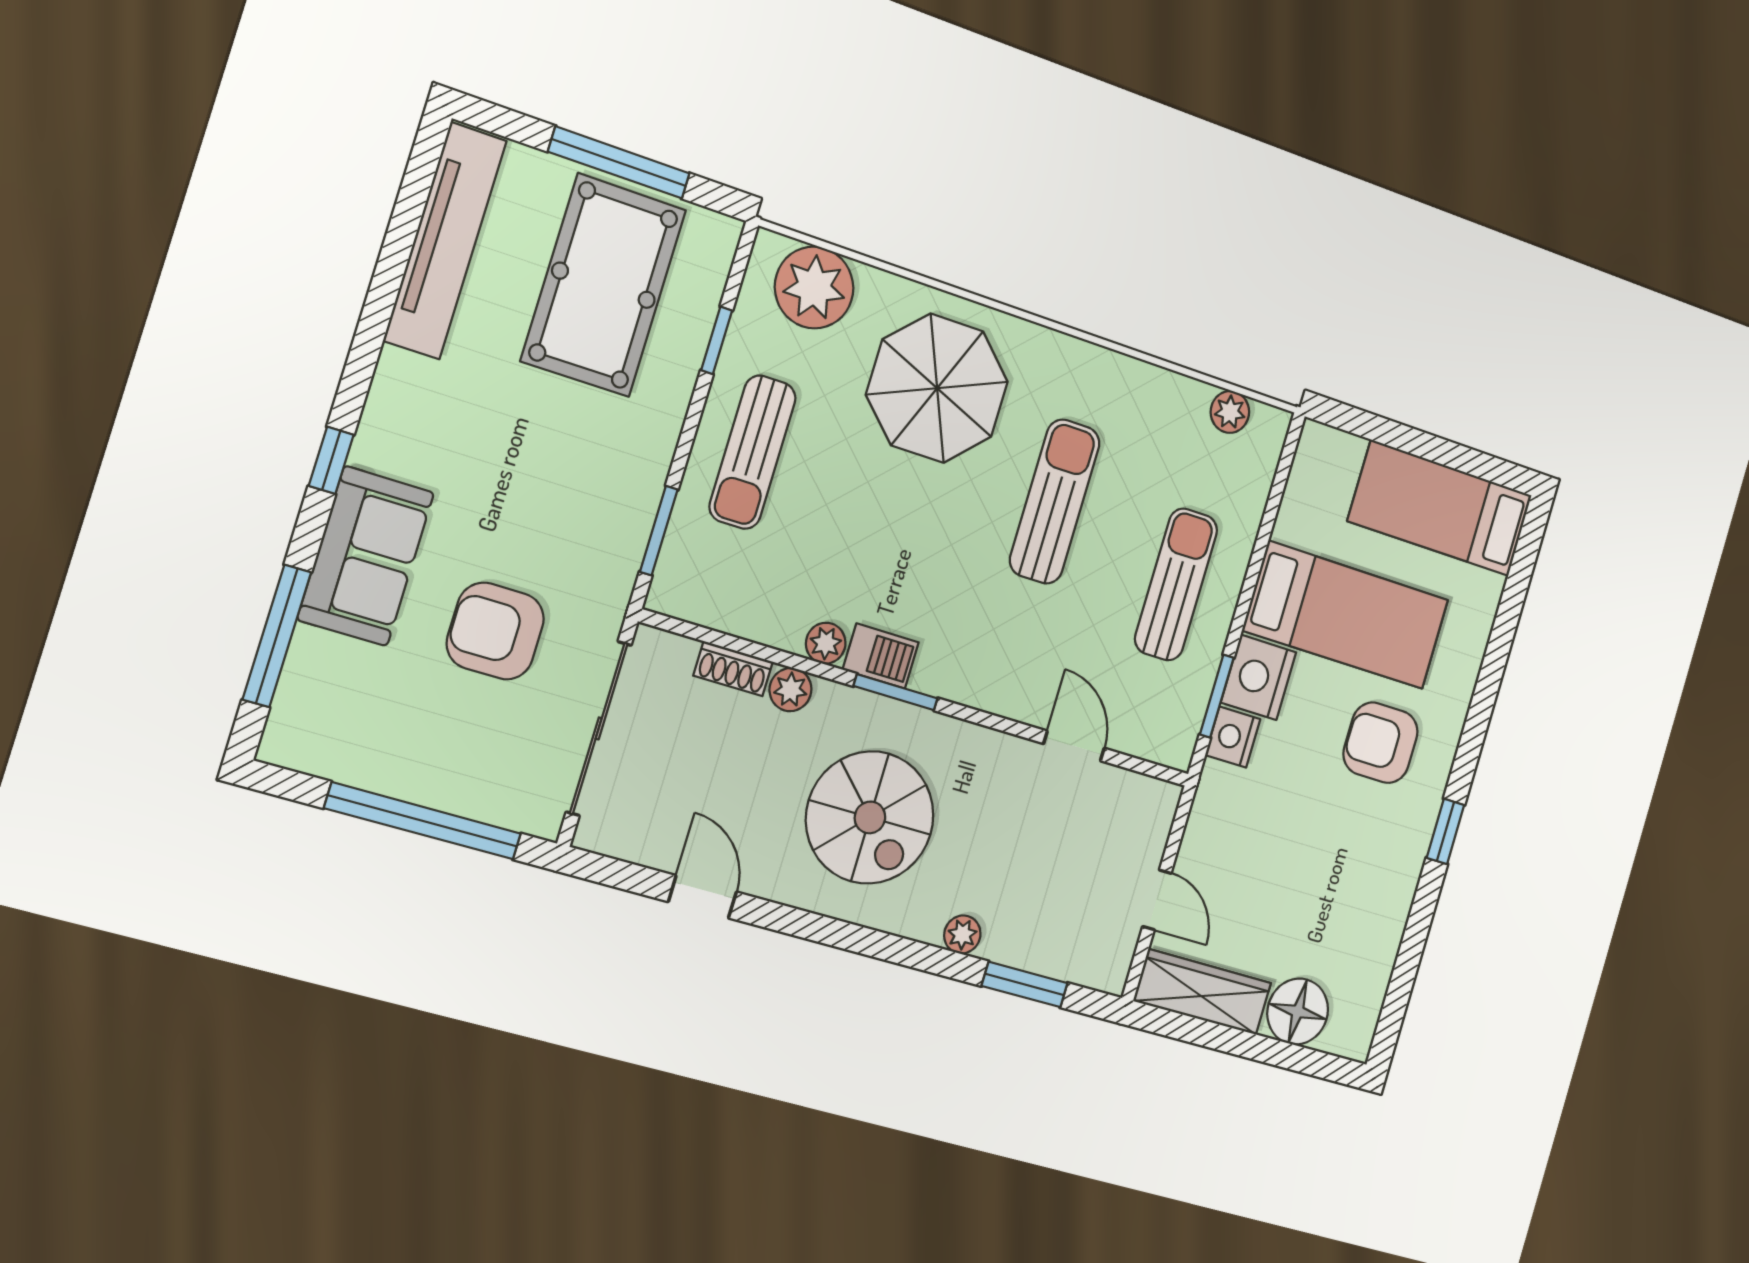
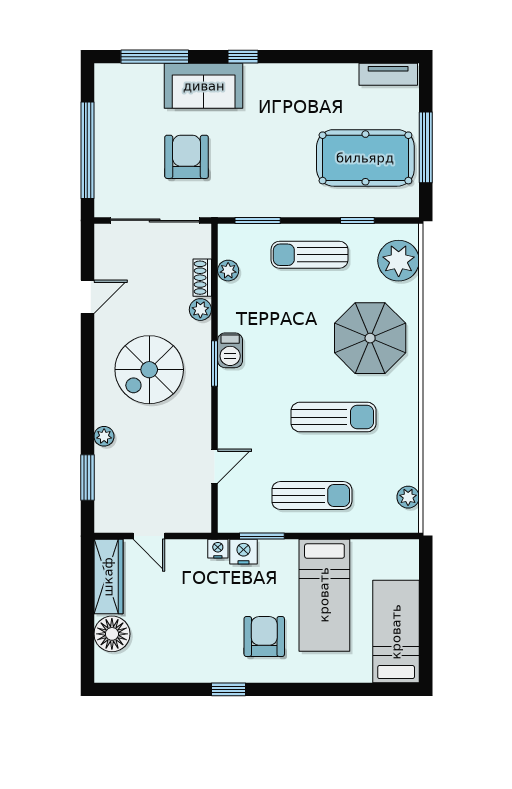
tv unit: (445, 241) -> (388, 74), width x0.52, depth x0.78
plant: (826, 643) -> (228, 271), moved
nightstand: (1258, 677) -> (218, 549), moved, width x0.53, depth x0.56
door: (1157, 900) -> (149, 536), hinge flipped

